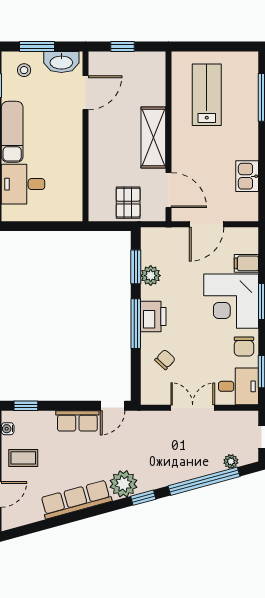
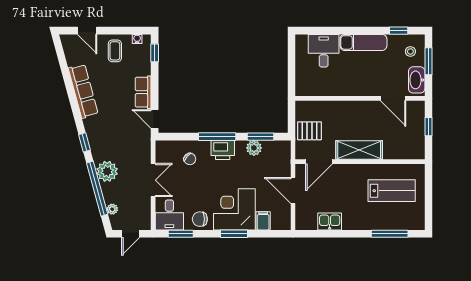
plant: (123, 484) -> (107, 171), moved

